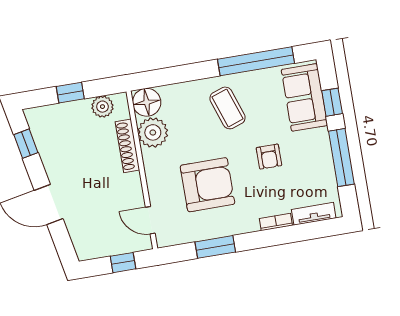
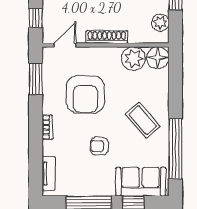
coffee table: (227, 108) -> (143, 120), turned 68
shoe rack: (127, 146) -> (107, 37), moved
bookcase: (276, 222) -> (47, 127), moved
window: (215, 247) -> (36, 79), moved

